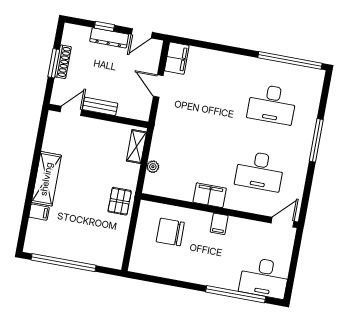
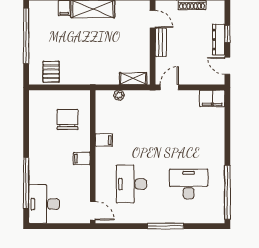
door: (158, 86) -> (169, 87), moved
desk: (272, 104) -> (189, 184), turned 90
filing cabinet: (210, 195) -> (104, 140), width x0.50
pallet: (120, 201) -> (51, 72), moved, turned 90

